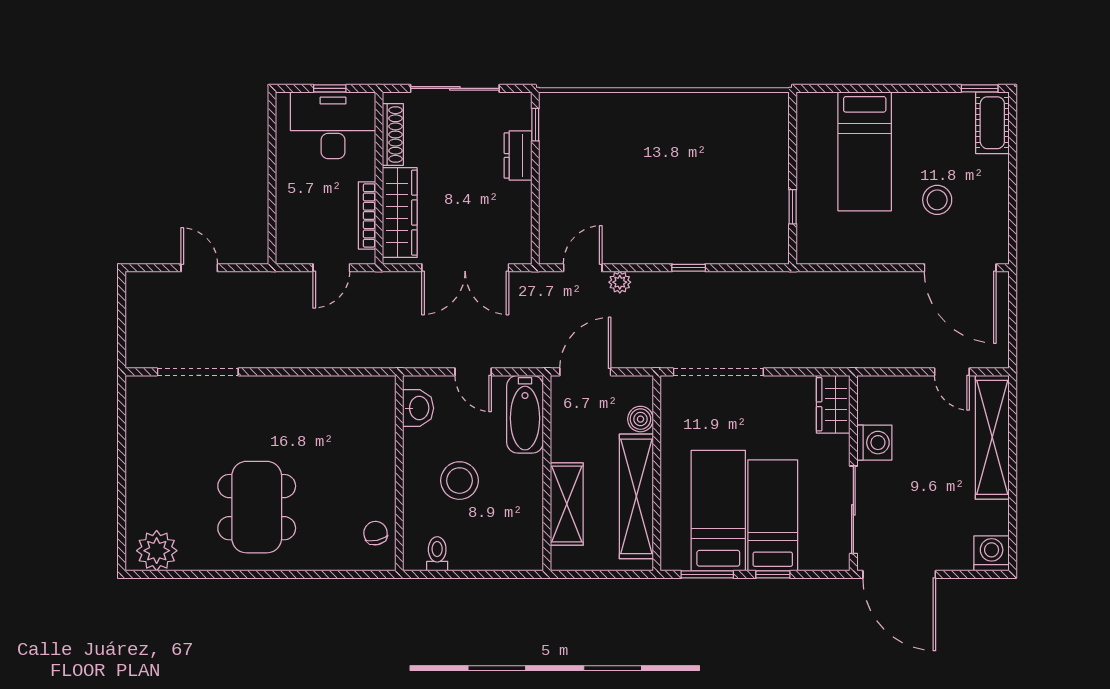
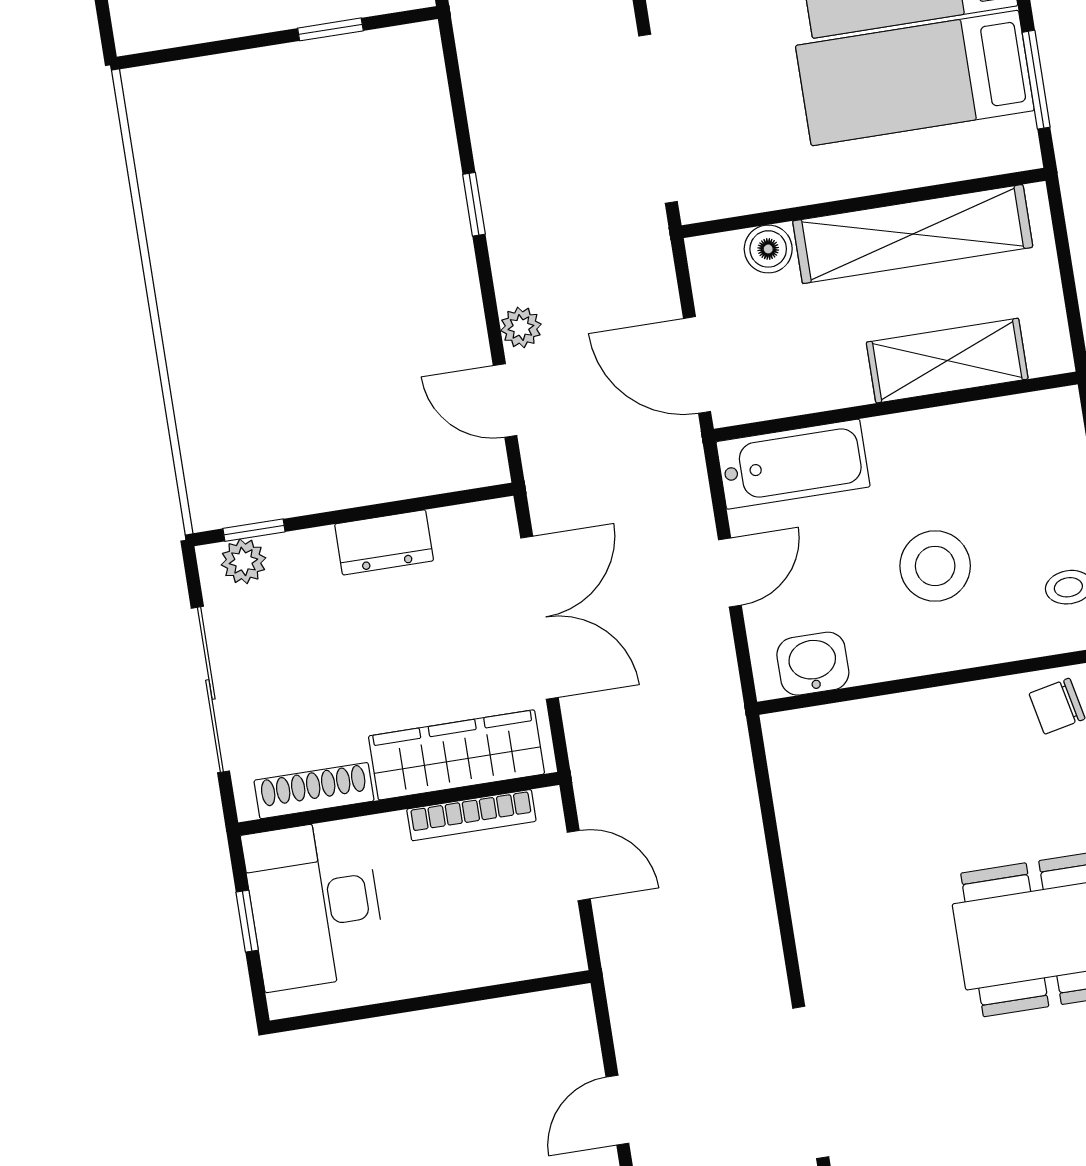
plant: (520, 116) -> (243, 561), added
dresser: (518, 156) -> (384, 542), moved

